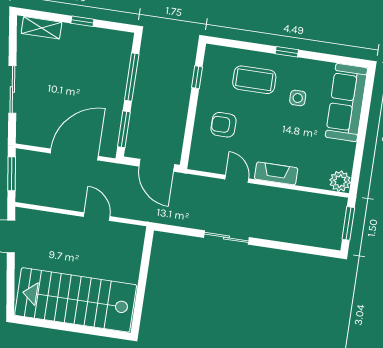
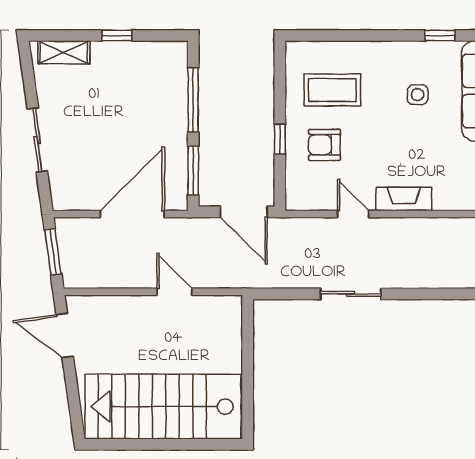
window: (287, 52) -> (440, 35), moved
window: (197, 77) -> (280, 139), moved
coffee table: (254, 80) -> (332, 90), moved

